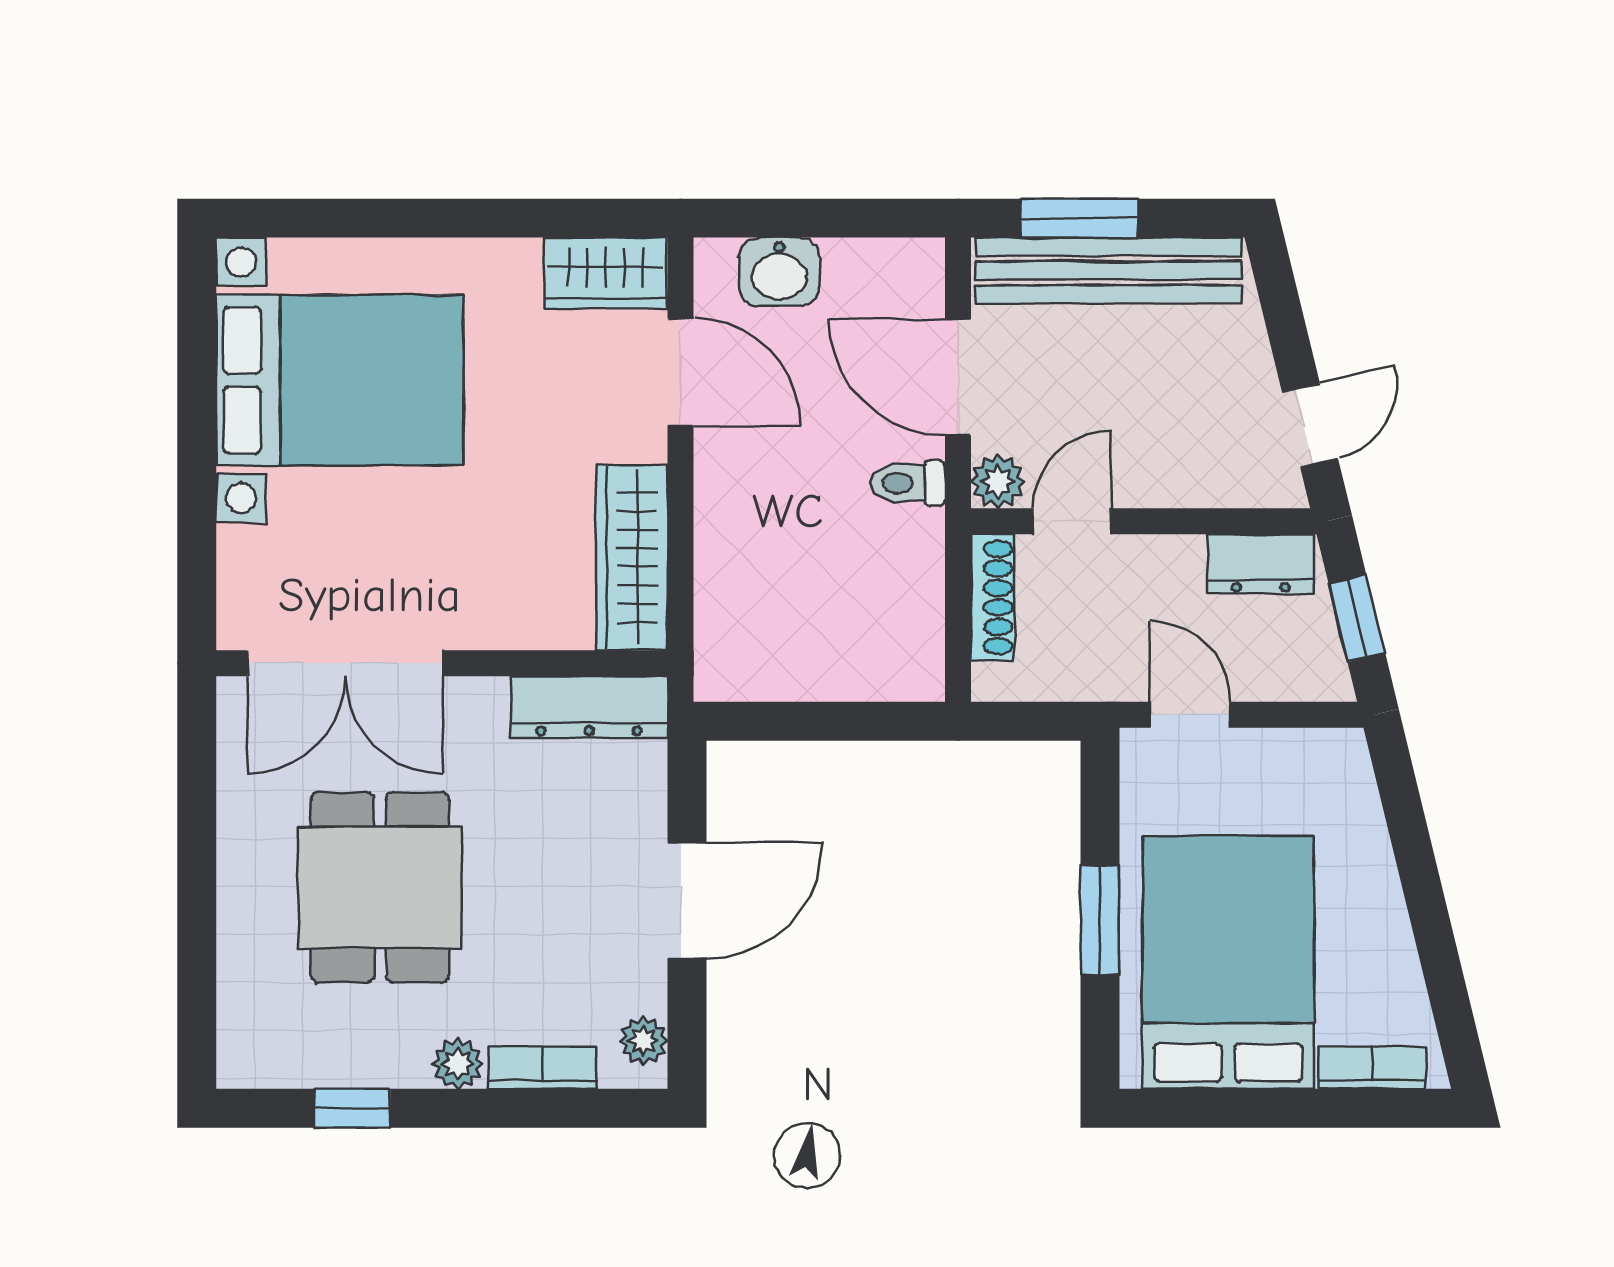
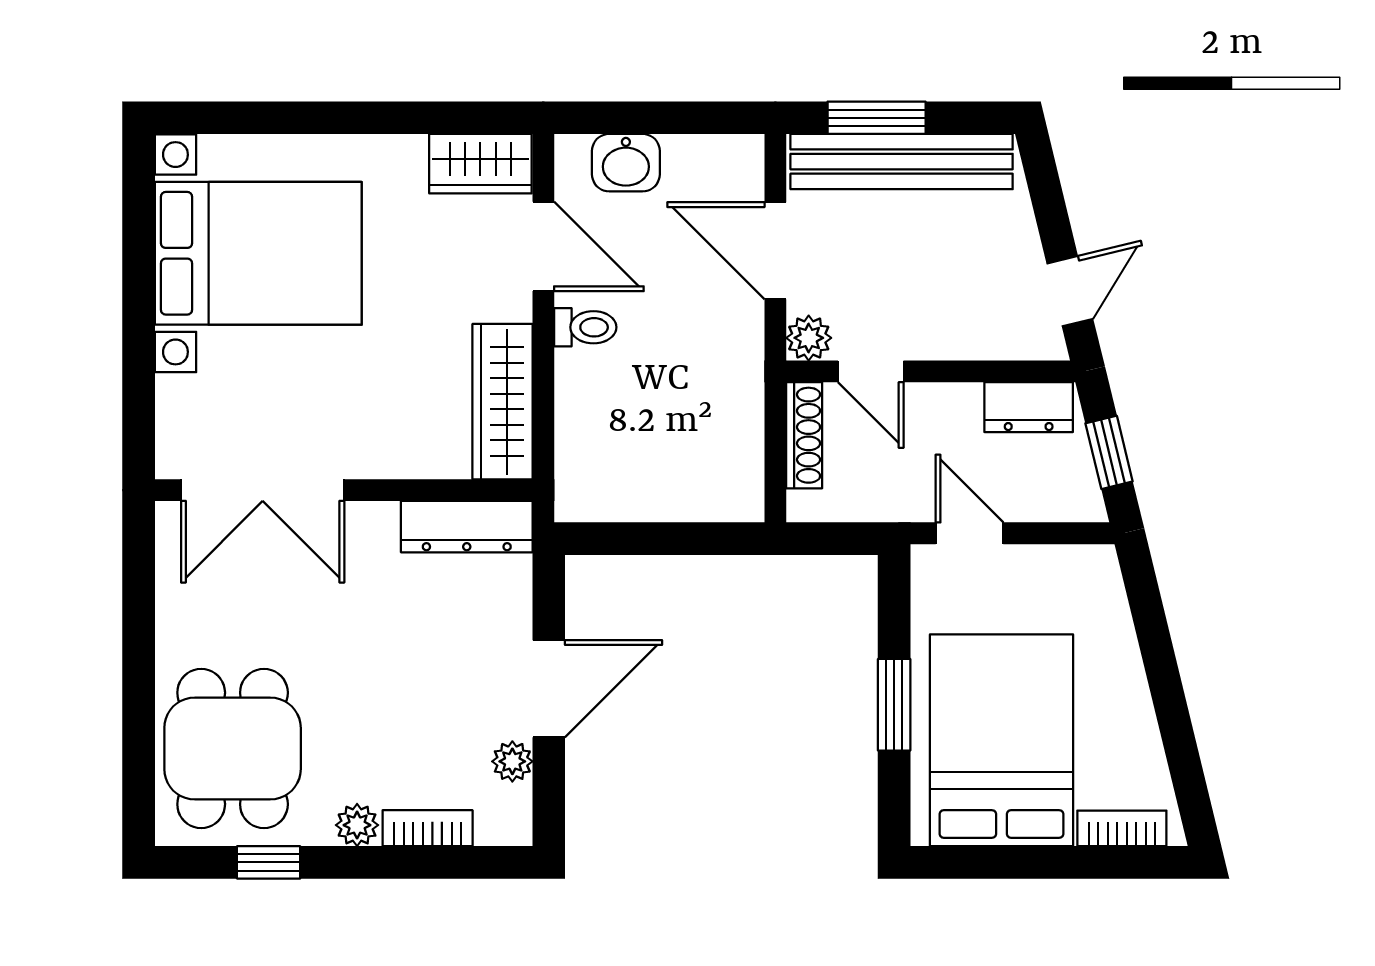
toilet: (908, 483) -> (585, 327), moved, turned 180
door: (1072, 521) -> (871, 371), swing flipped
dining table: (380, 887) -> (233, 748), moved
plant: (644, 1041) -> (512, 761), moved

